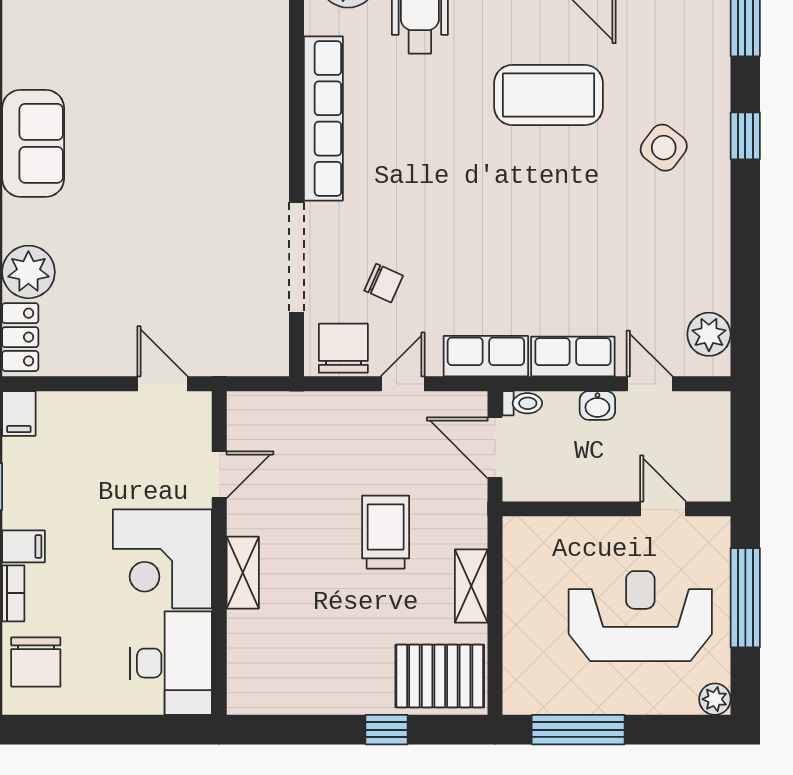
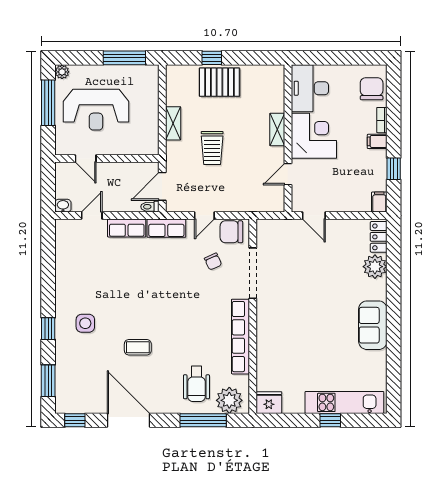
coffee table: (549, 95) -> (138, 347), width x0.54, depth x0.58
side table: (664, 148) -> (85, 323), turned -37
chair: (384, 283) -> (213, 262), turned -138
plant: (709, 334) -> (65, 238), removed
chair: (343, 348) -> (231, 232), turned 90
door: (650, 384) -> (92, 216), swing flipped
washbasin: (597, 405) -> (63, 206), moved
door: (495, 448) -> (162, 186), swing flipped
window: (745, 598) -> (48, 103), moved
pallet: (440, 676) -> (219, 82), moved

